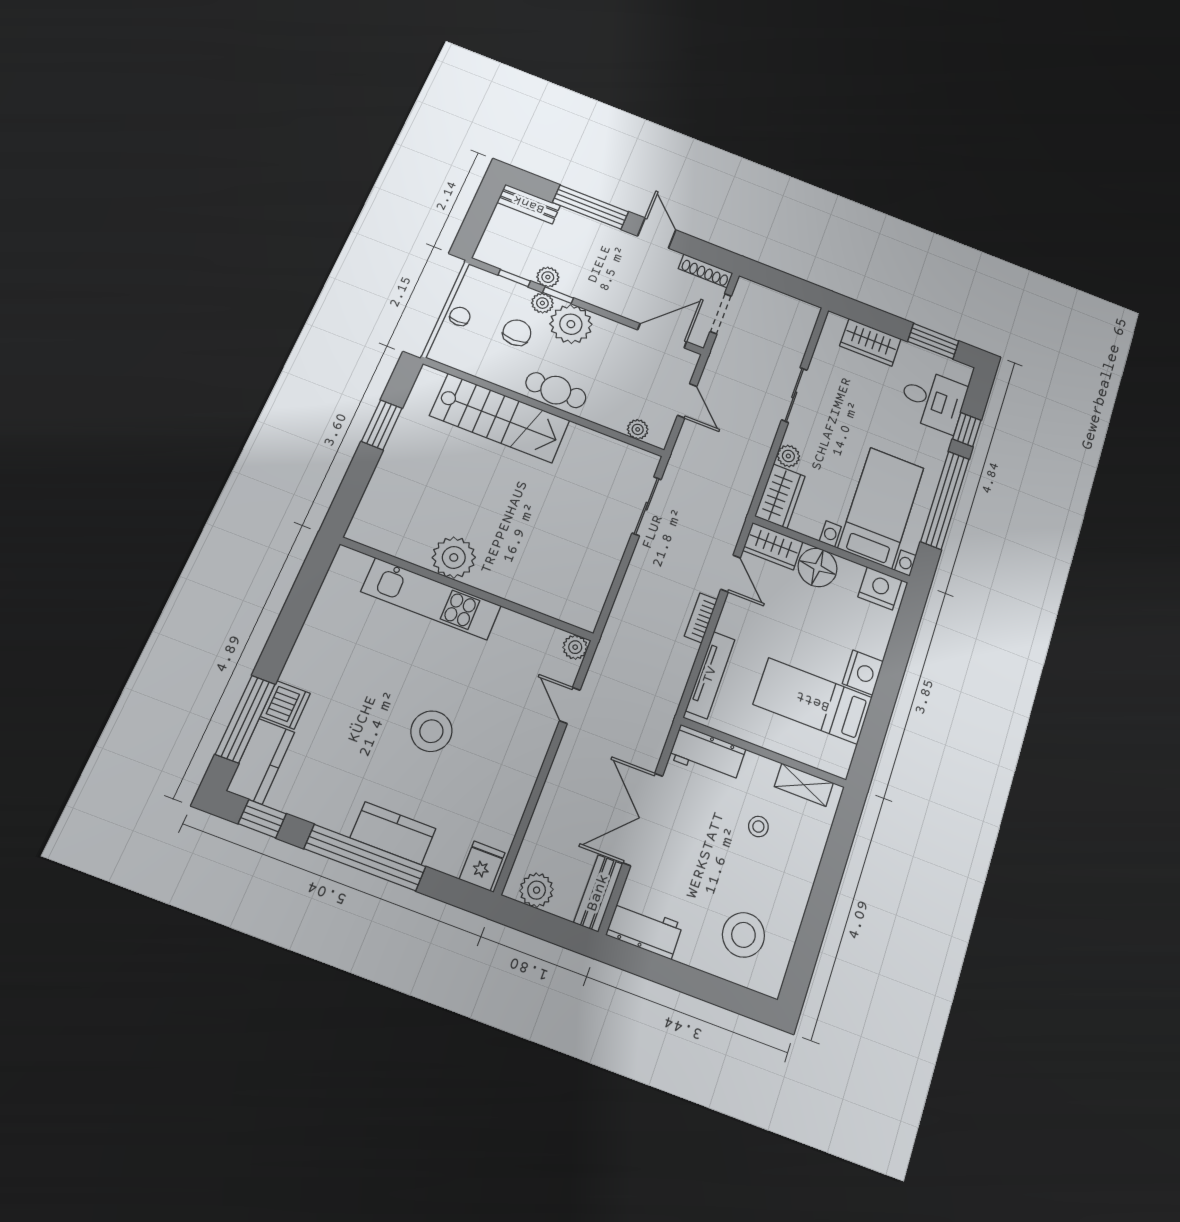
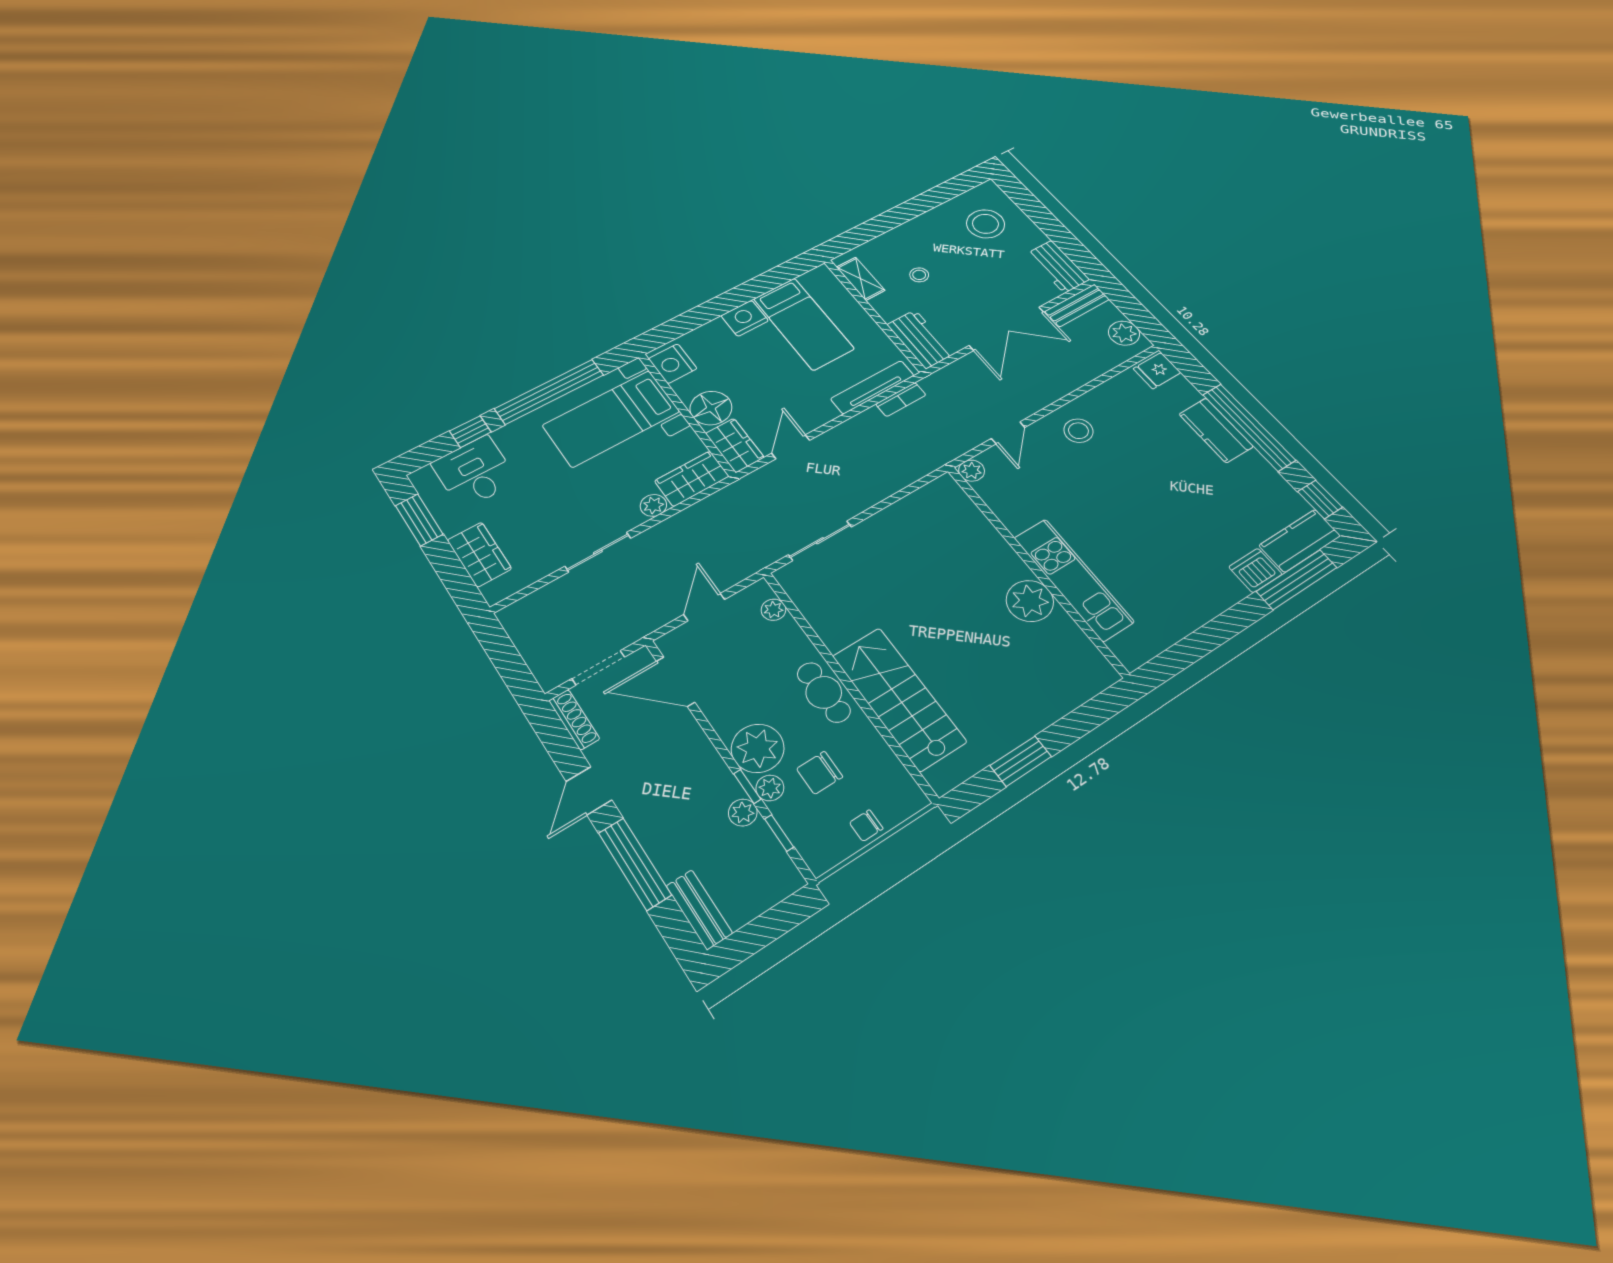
bookcase: (701, 618) -> (901, 399), moved
stool: (431, 731) -> (1078, 431), moved, width x0.73, depth x0.73

